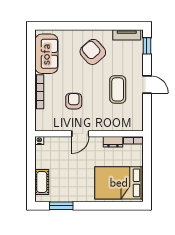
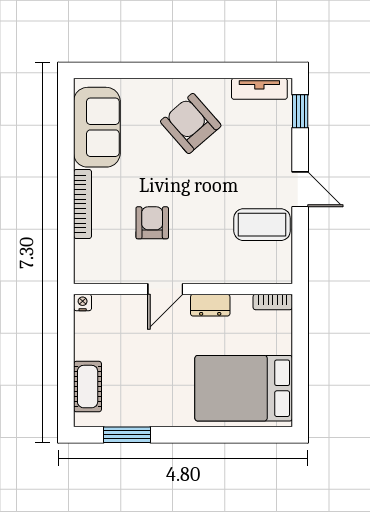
coffee table: (118, 89) -> (262, 225), moved, turned 90
dresser: (113, 142) -> (210, 305), moved

